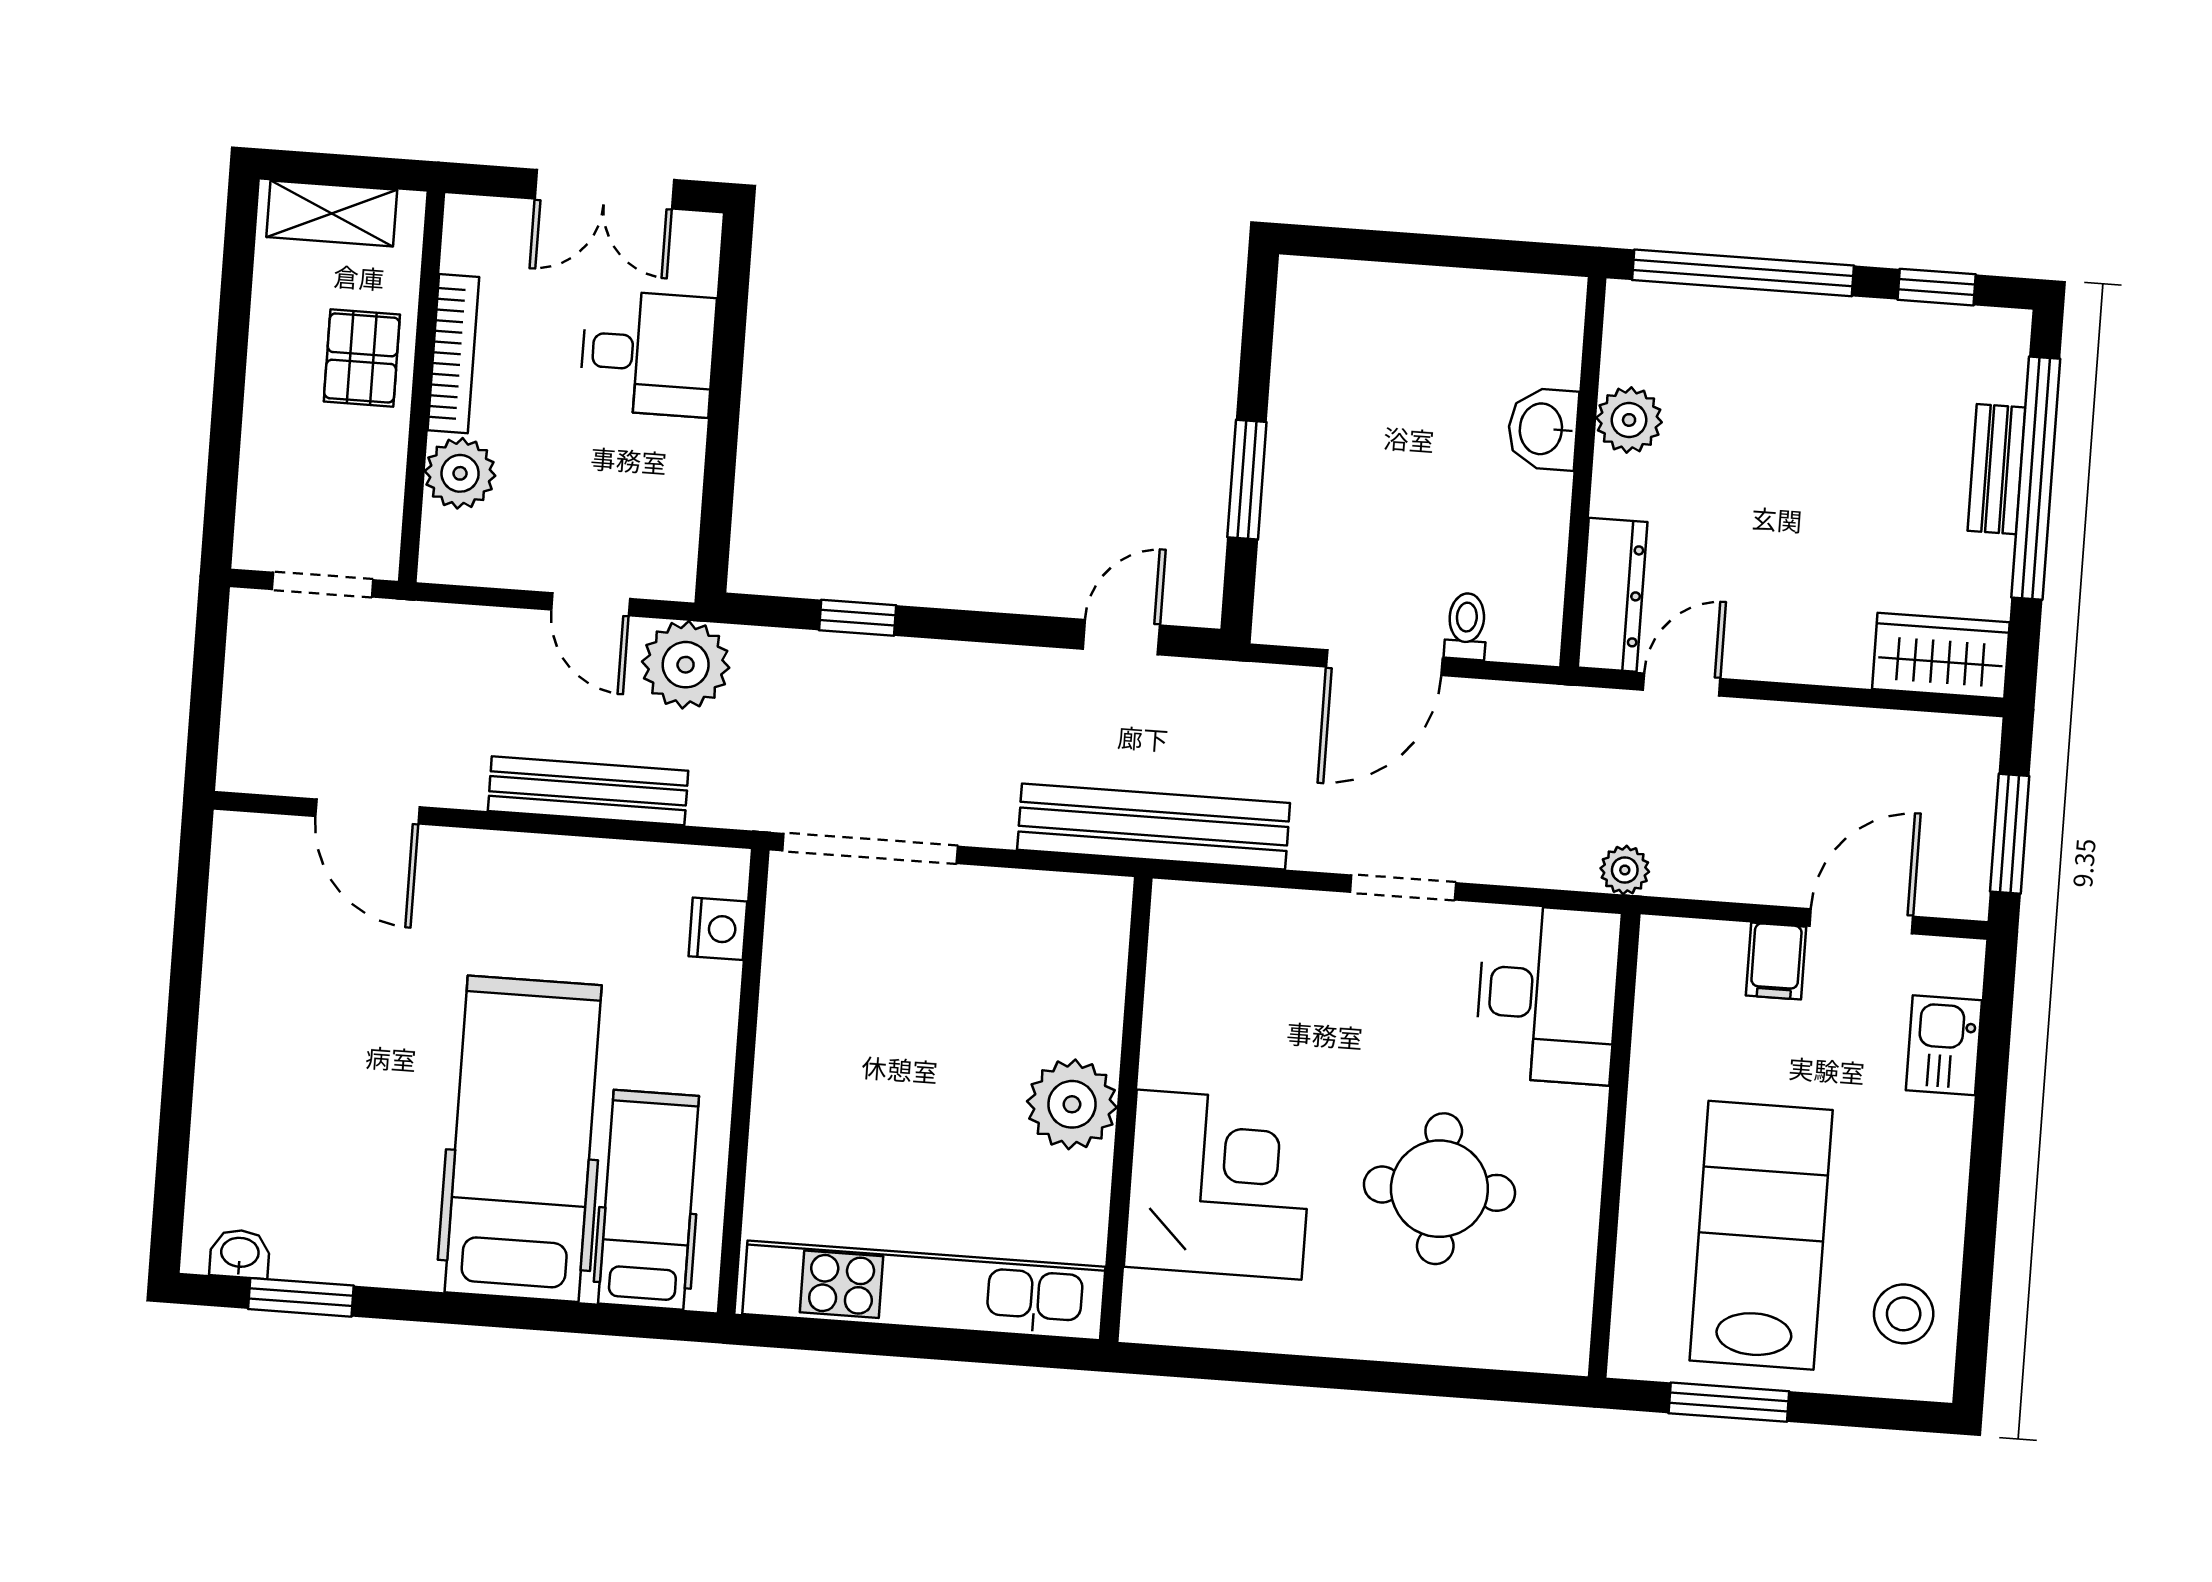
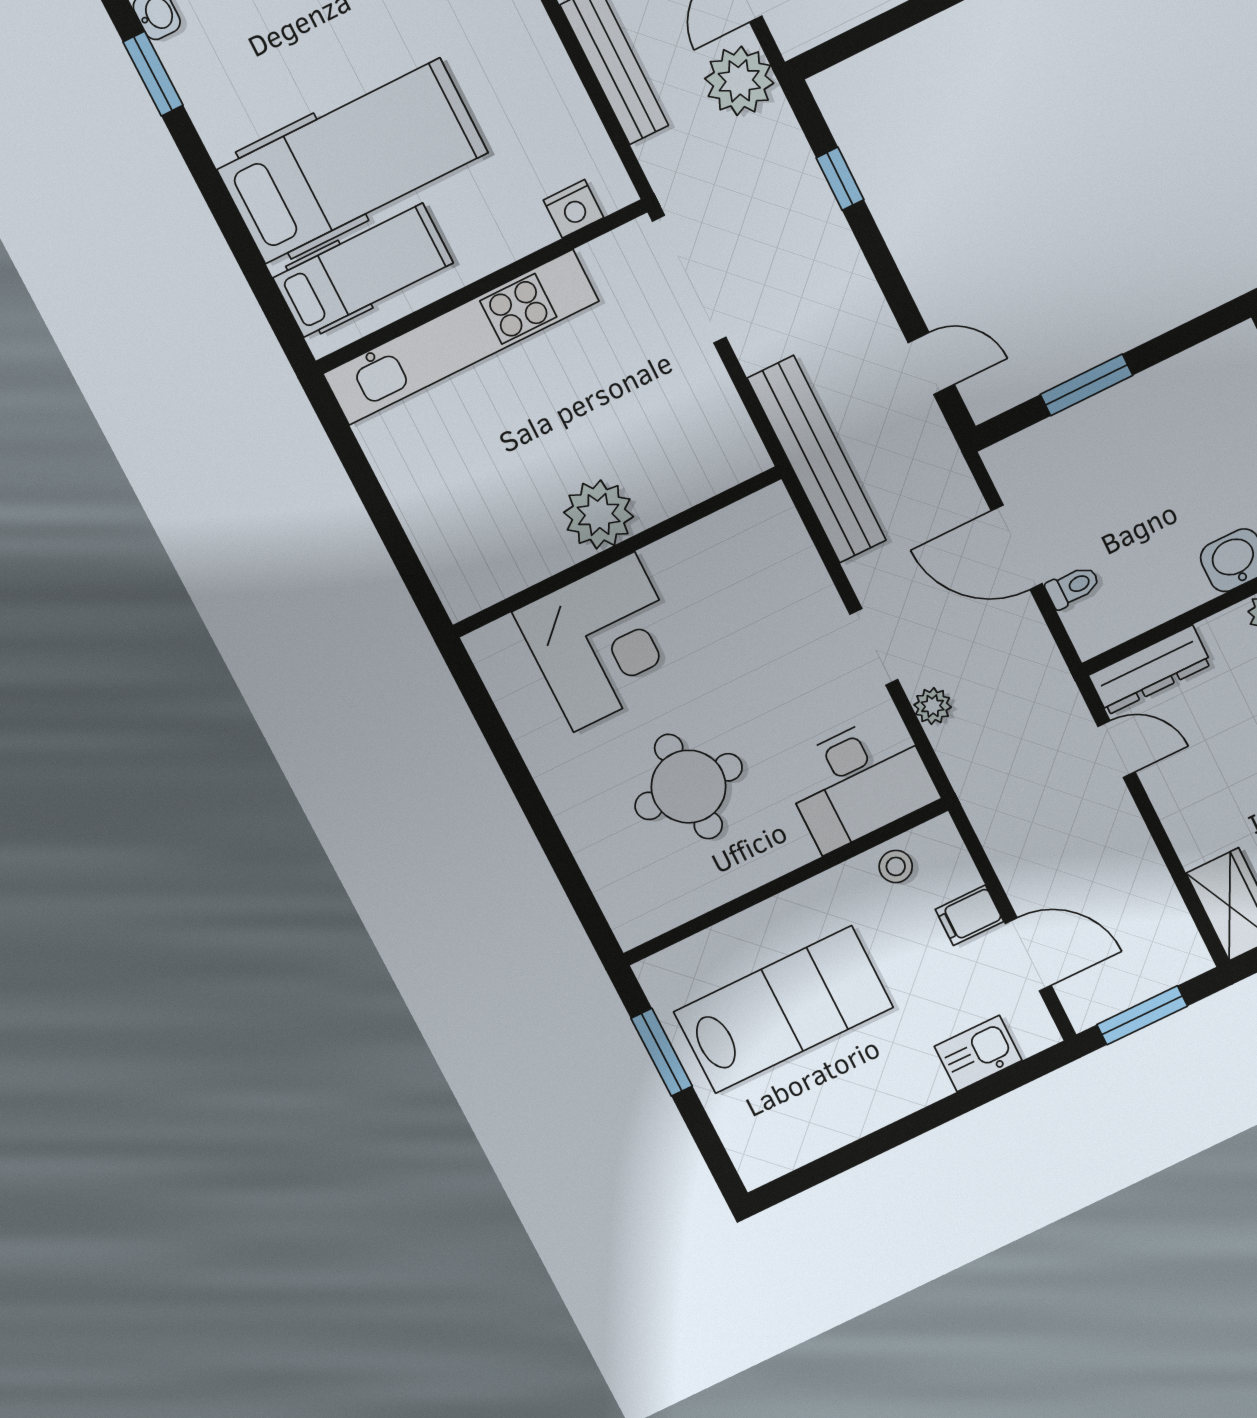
plant: (1625, 870) -> (933, 706), moved
kitchen unit: (924, 1290) -> (461, 337), moved, turned 90
stool: (1904, 1314) -> (896, 866), moved, width x0.73, depth x0.73

